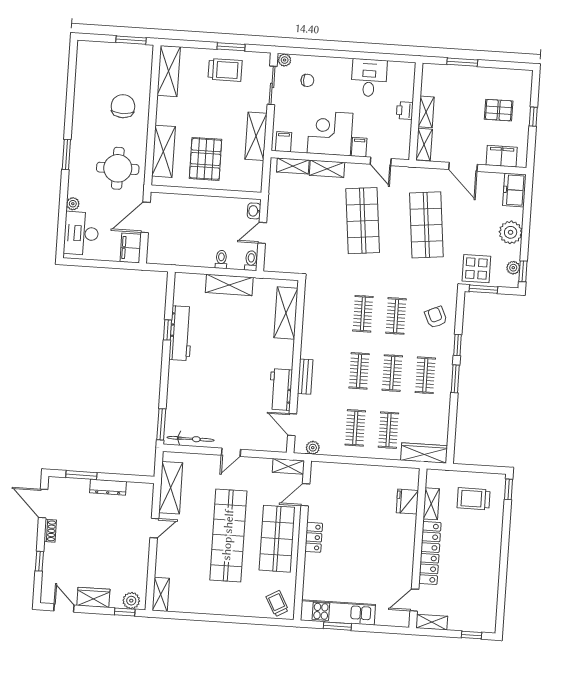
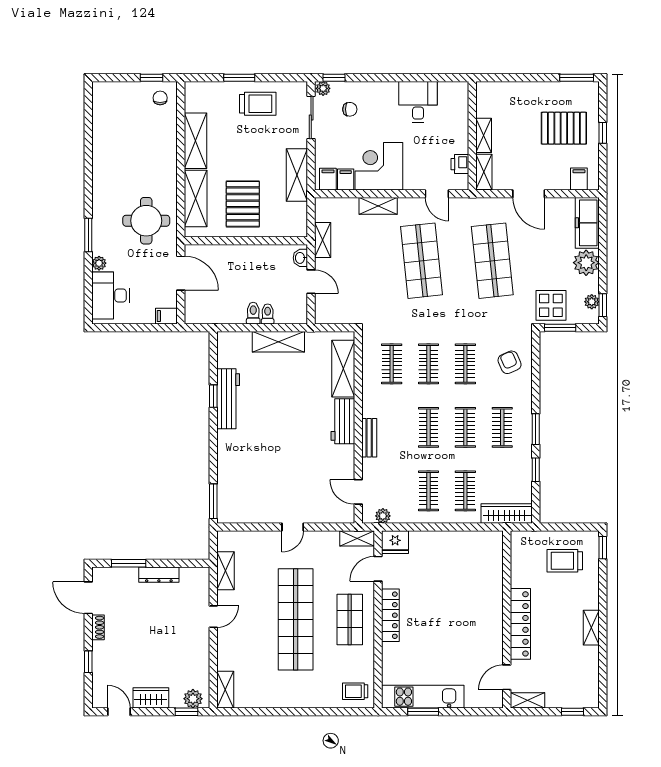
window: (131, 40) -> (152, 78), width x0.67
window: (231, 47) -> (239, 78), moved
window: (295, 51) -> (334, 78), added
window: (462, 62) -> (577, 78), moved
shelving: (169, 71) -> (195, 141), moved
chair: (123, 106) -> (160, 98), moved, width x0.54, depth x0.54
pallet: (499, 110) -> (564, 128), width x1.50, depth x1.42
printer: (405, 111) -> (460, 164), moved
filing cabinet: (359, 147) -> (346, 179), moved
window: (66, 154) -> (88, 235), moved
filing cabinet: (502, 156) -> (579, 179), width x0.50
shelving: (293, 166) -> (323, 240), moved, turned 90
freezer: (514, 190) -> (587, 223), width x1.40
door: (146, 217) -> (181, 273), swing flipped
door: (262, 233) -> (311, 282), swing flipped
filing cabinet: (131, 248) -> (166, 316), width x0.50
toilet: (251, 261) -> (253, 313), moved
clothes rail: (330, 312) -> (392, 364), added
window: (458, 345) -> (536, 470), moved
workbench: (281, 390) -> (343, 421), moved
bicycle: (191, 439) -> (247, 515), removed
shelving: (171, 488) -> (225, 571), width x0.67, depth x0.75
fridge: (407, 502) -> (395, 542), moved, turned -90
shelving: (431, 504) -> (591, 628), moved
locker: (314, 537) -> (390, 615), width x1.53
shop shelf: (277, 539) -> (350, 619), width x0.70, depth x0.74
trolley: (277, 604) -> (355, 691), turned -61

